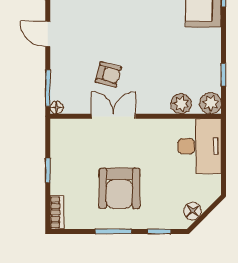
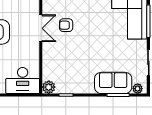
armchair: (108, 74) -> (66, 25), turned 75
plant: (181, 104) -> (48, 69), removed

